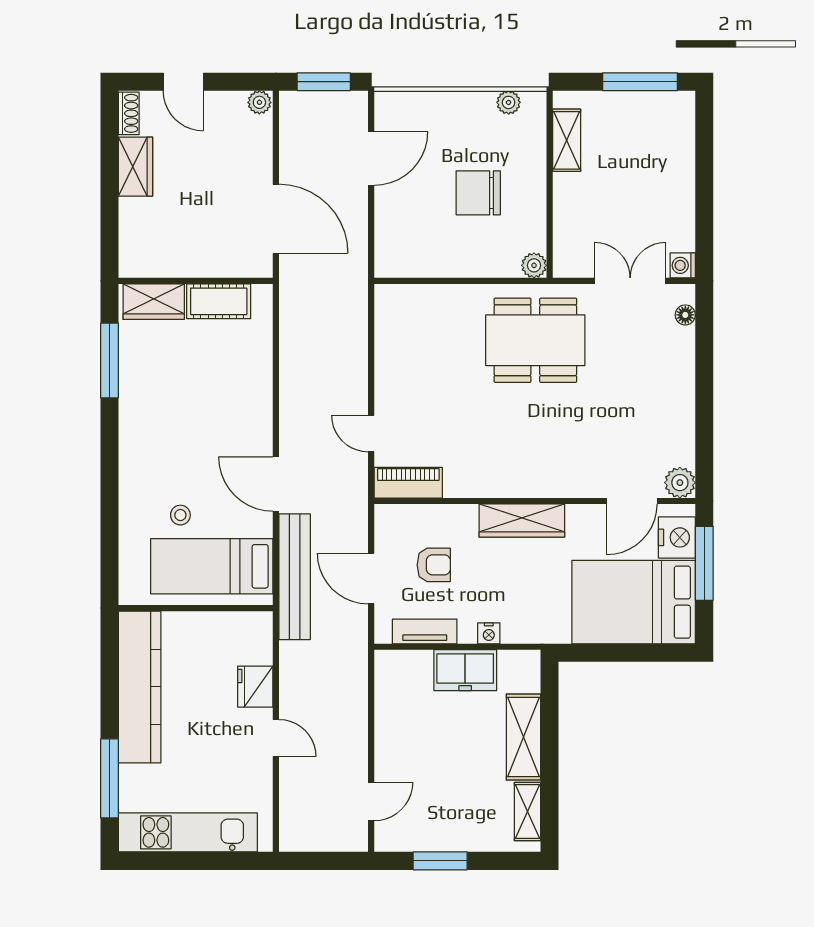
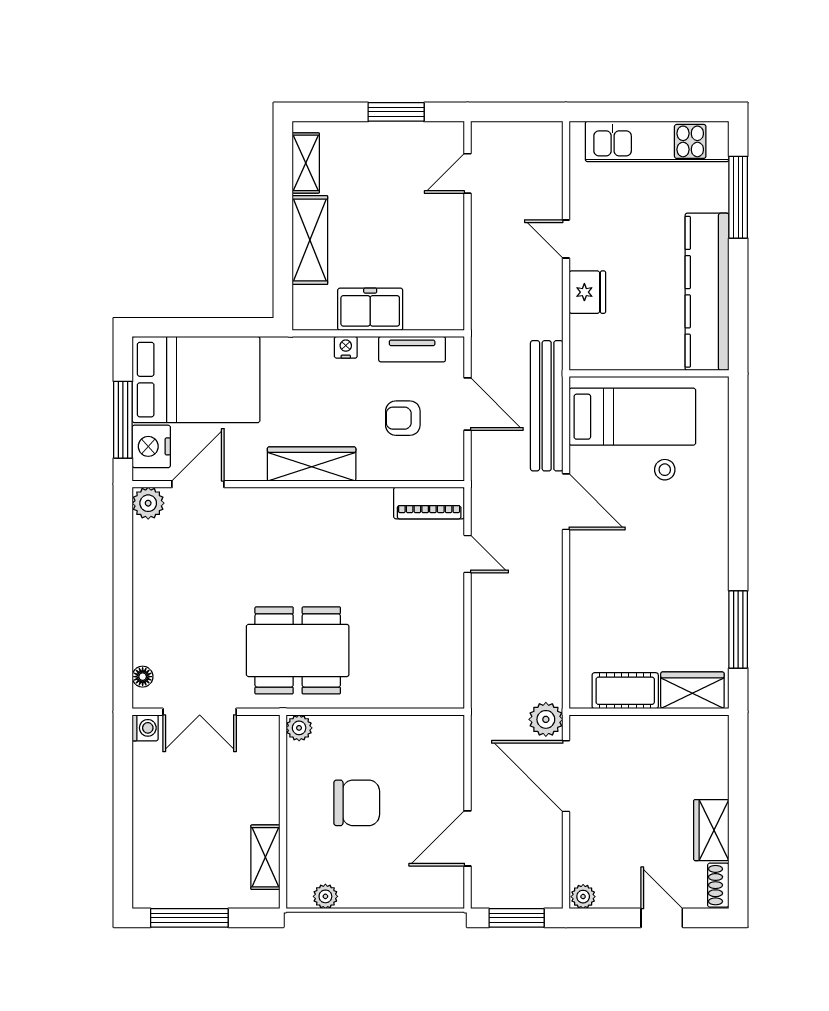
plant: (295, 274) -> (546, 719), added

